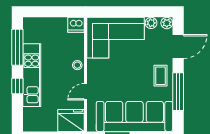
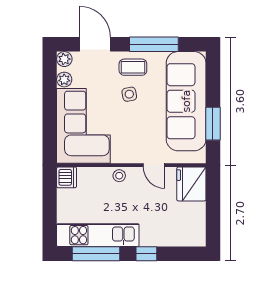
side table: (140, 73) -> (129, 94), added
kitchen unit: (32, 75) -> (98, 235), moved

